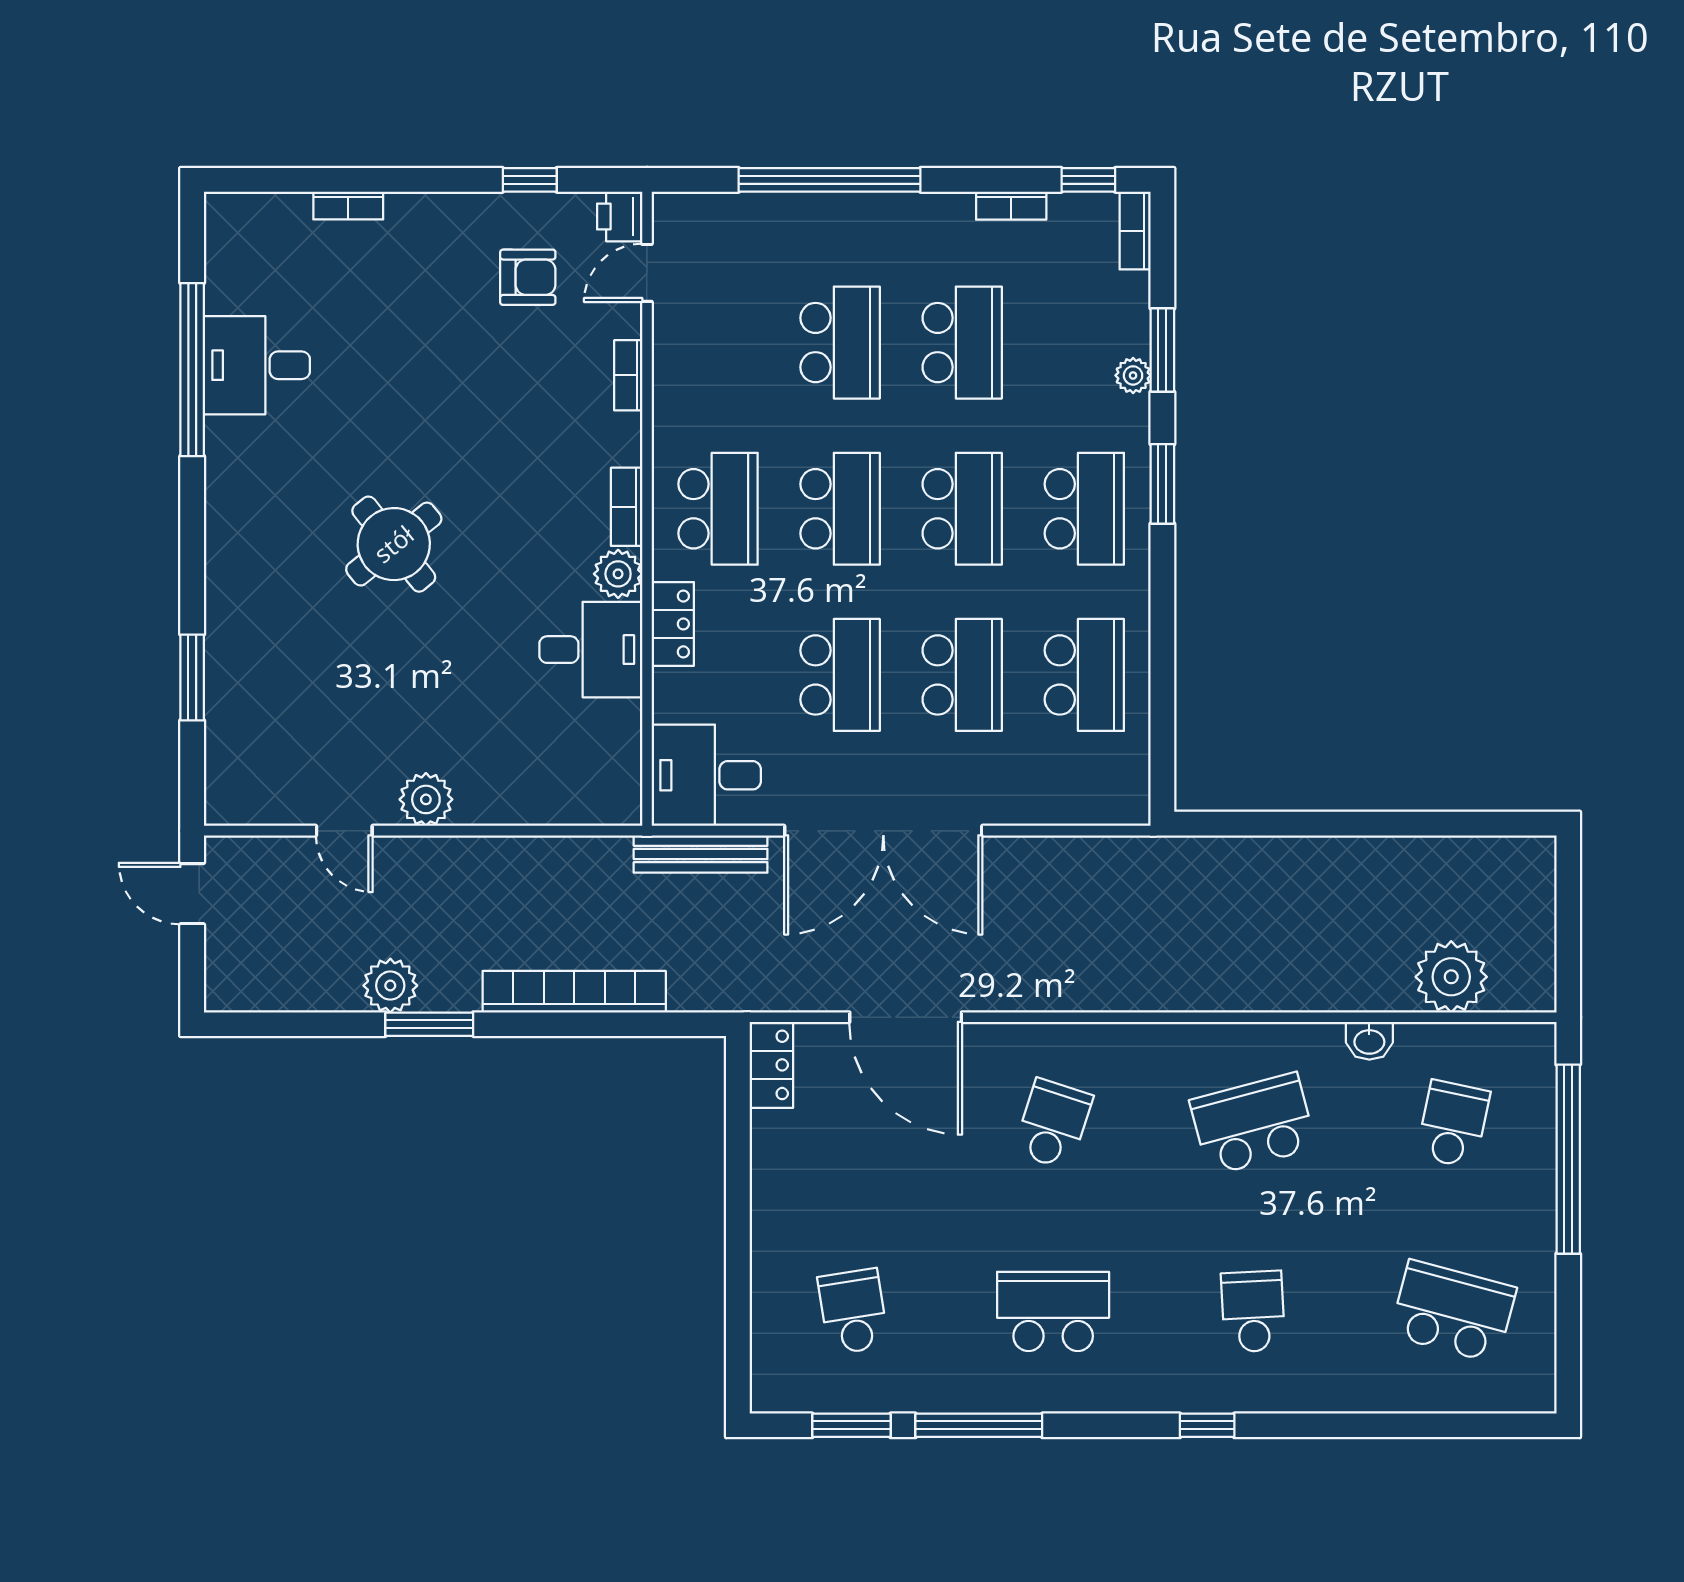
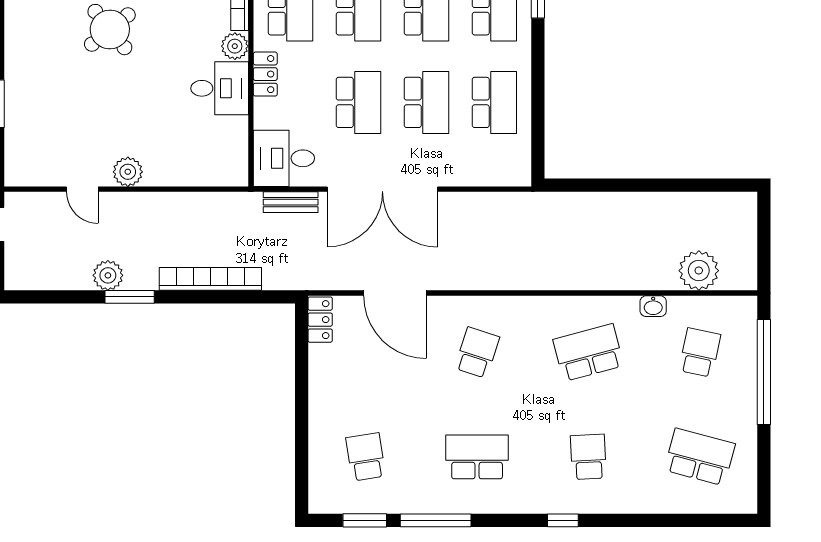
bench: (701, 854) -> (291, 202), width x0.73

